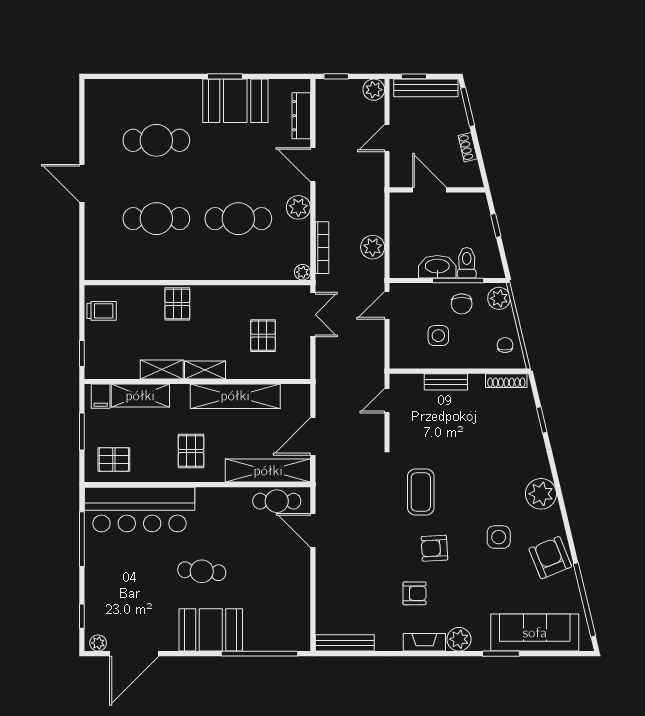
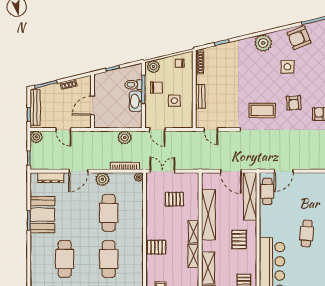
pallet: (191, 451) -> (239, 240), turned 90

